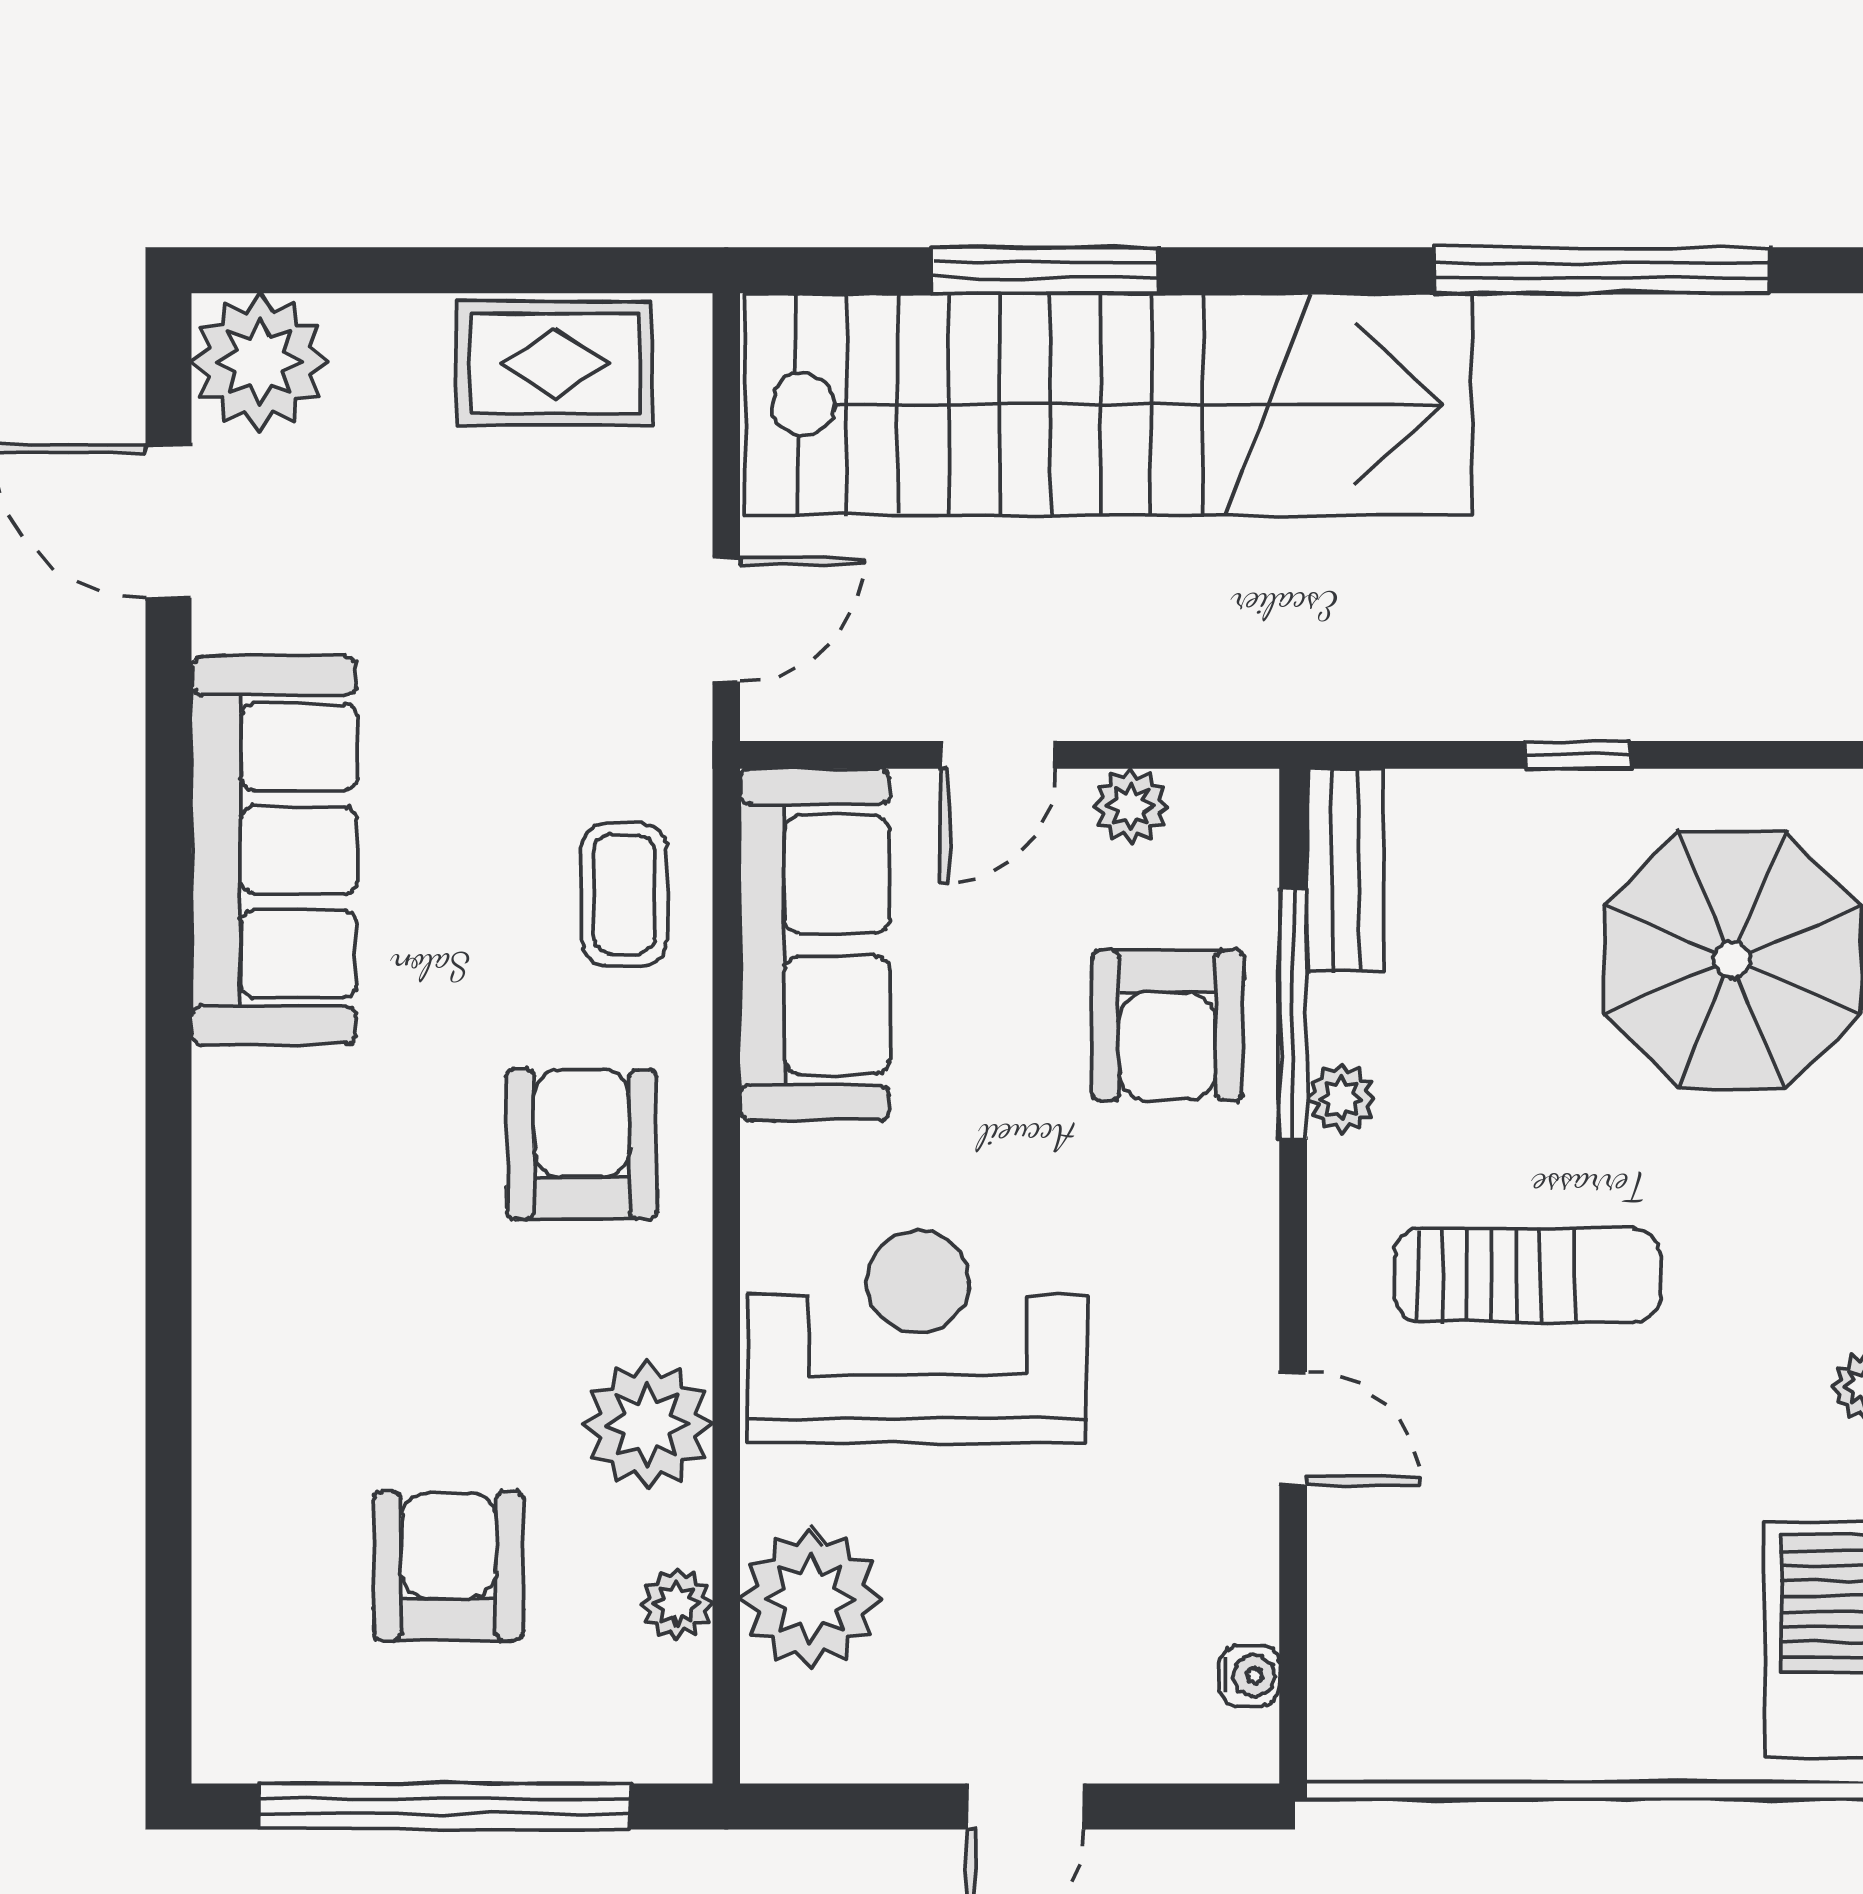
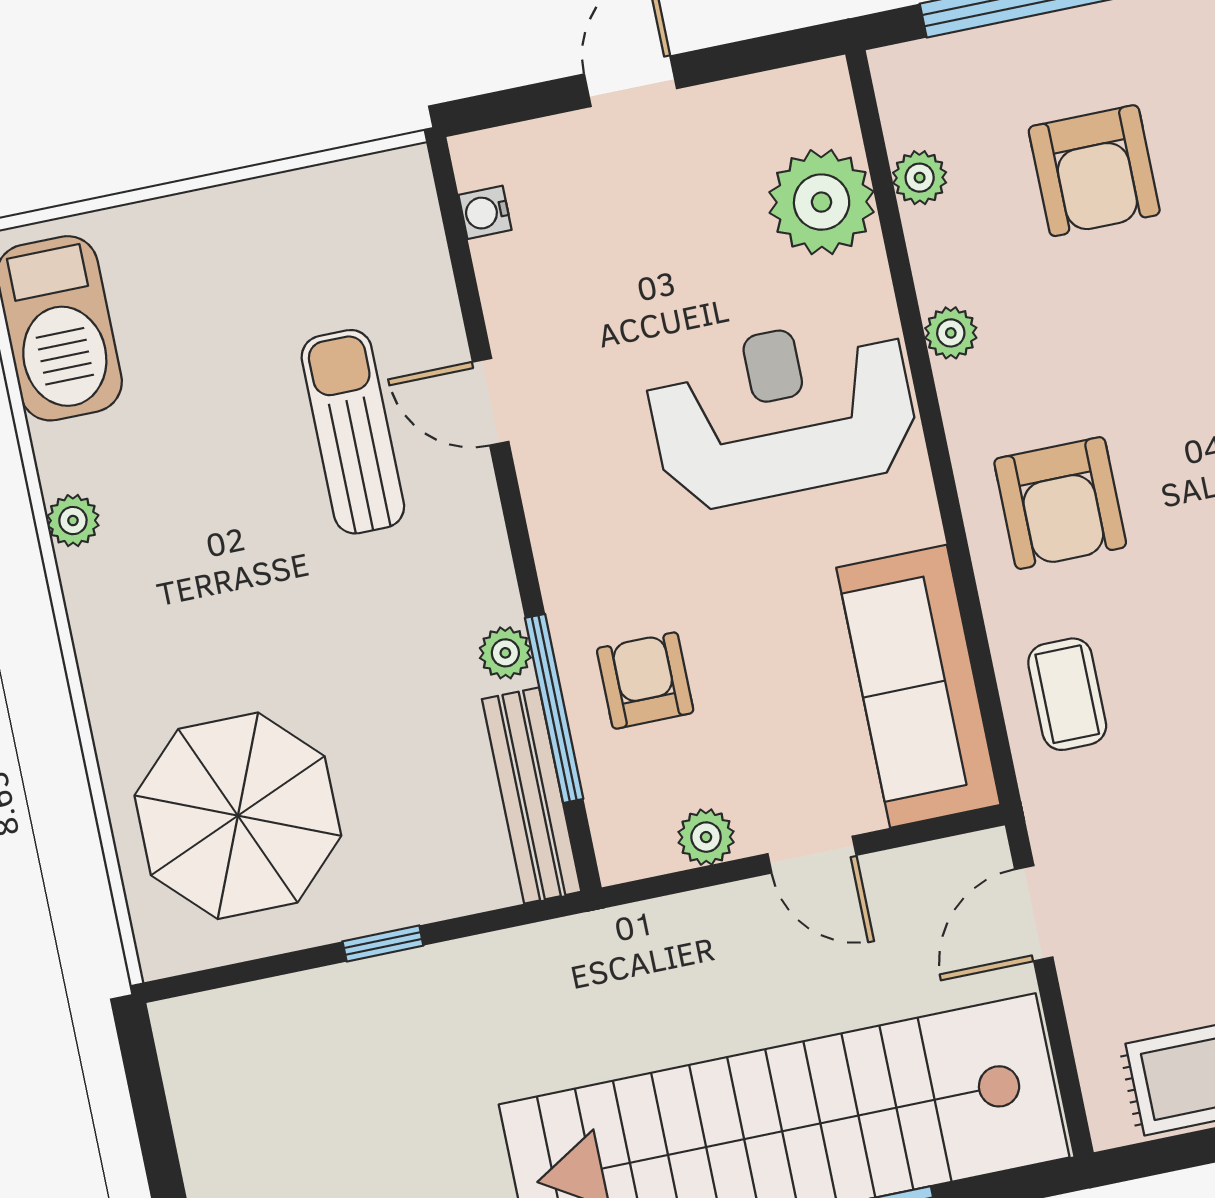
door: (998, 755) -> (812, 855), swing flipped
bench: (1346, 870) -> (532, 795), width x1.36
armchair: (1168, 1025) -> (645, 681), width x0.72, depth x0.72
sun lounger: (1527, 1275) -> (353, 432), moved, turned 90
reception desk: (918, 1337) -> (782, 412), turned 180
plant: (648, 1424) -> (951, 333), width x0.53, depth x0.53

